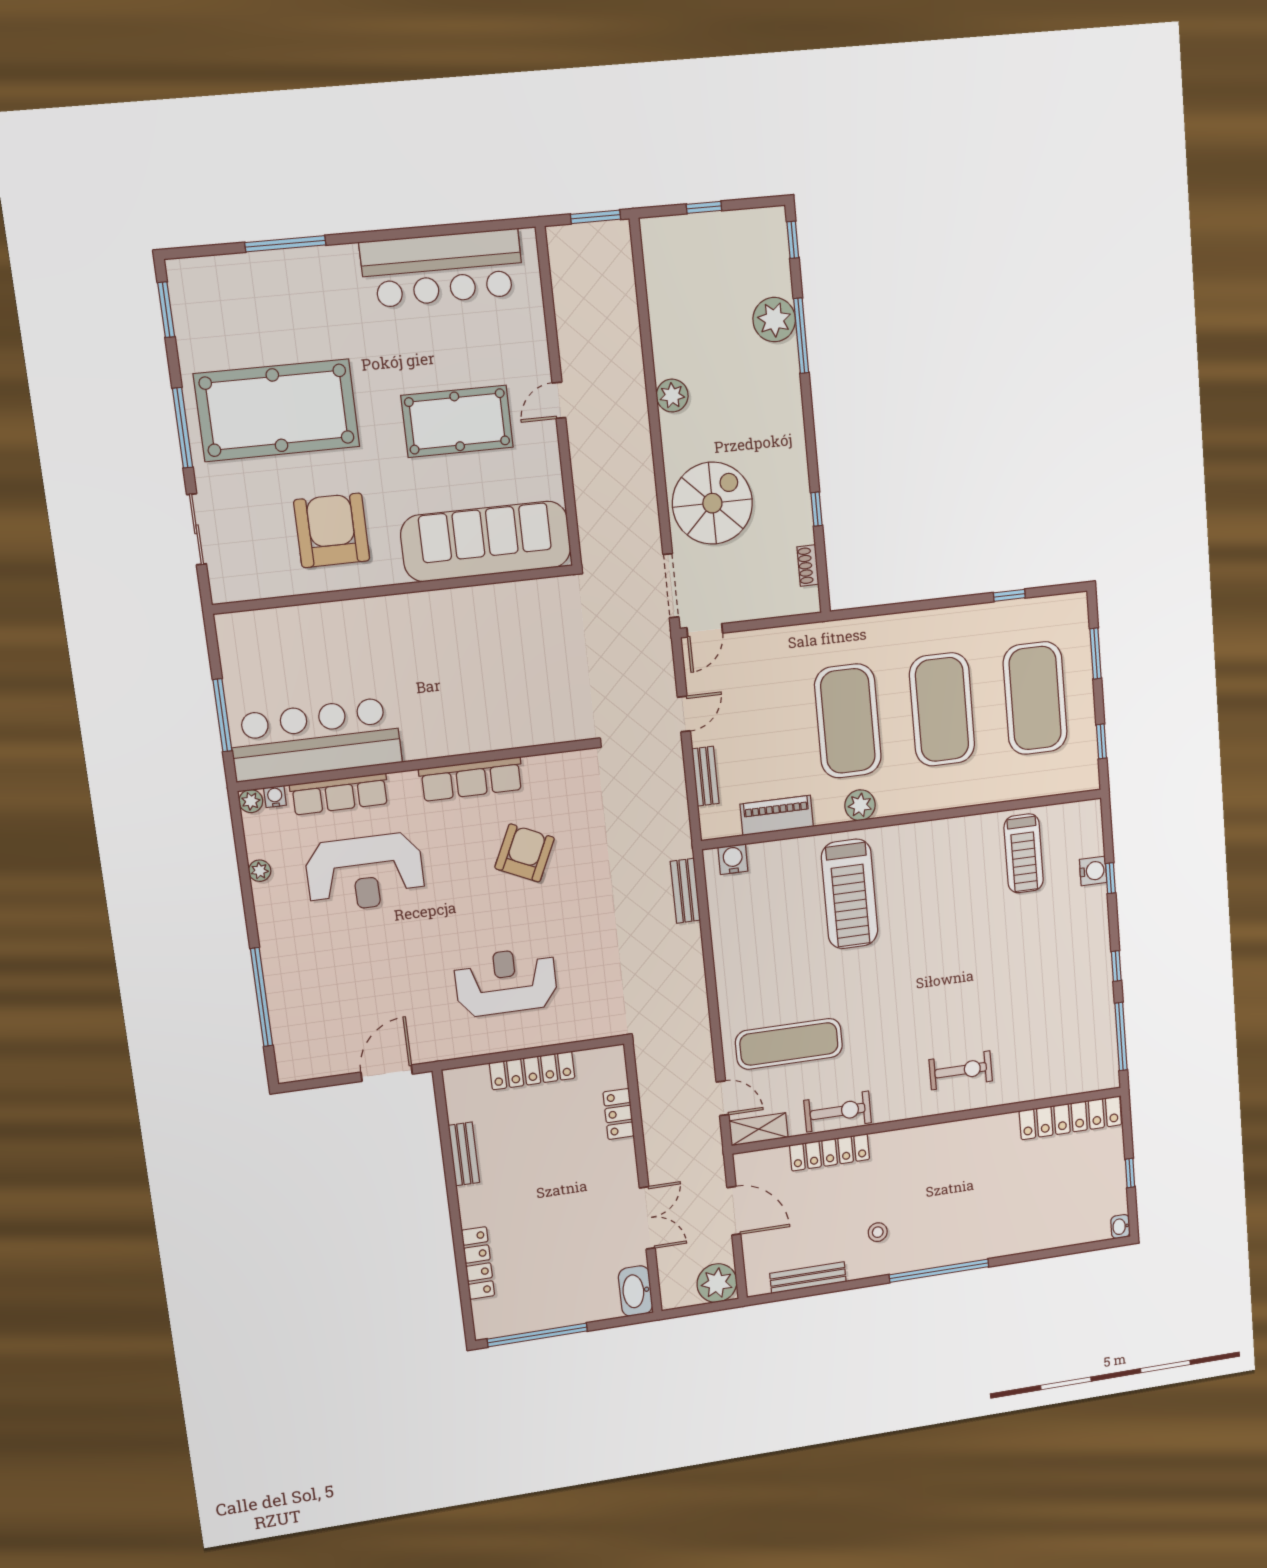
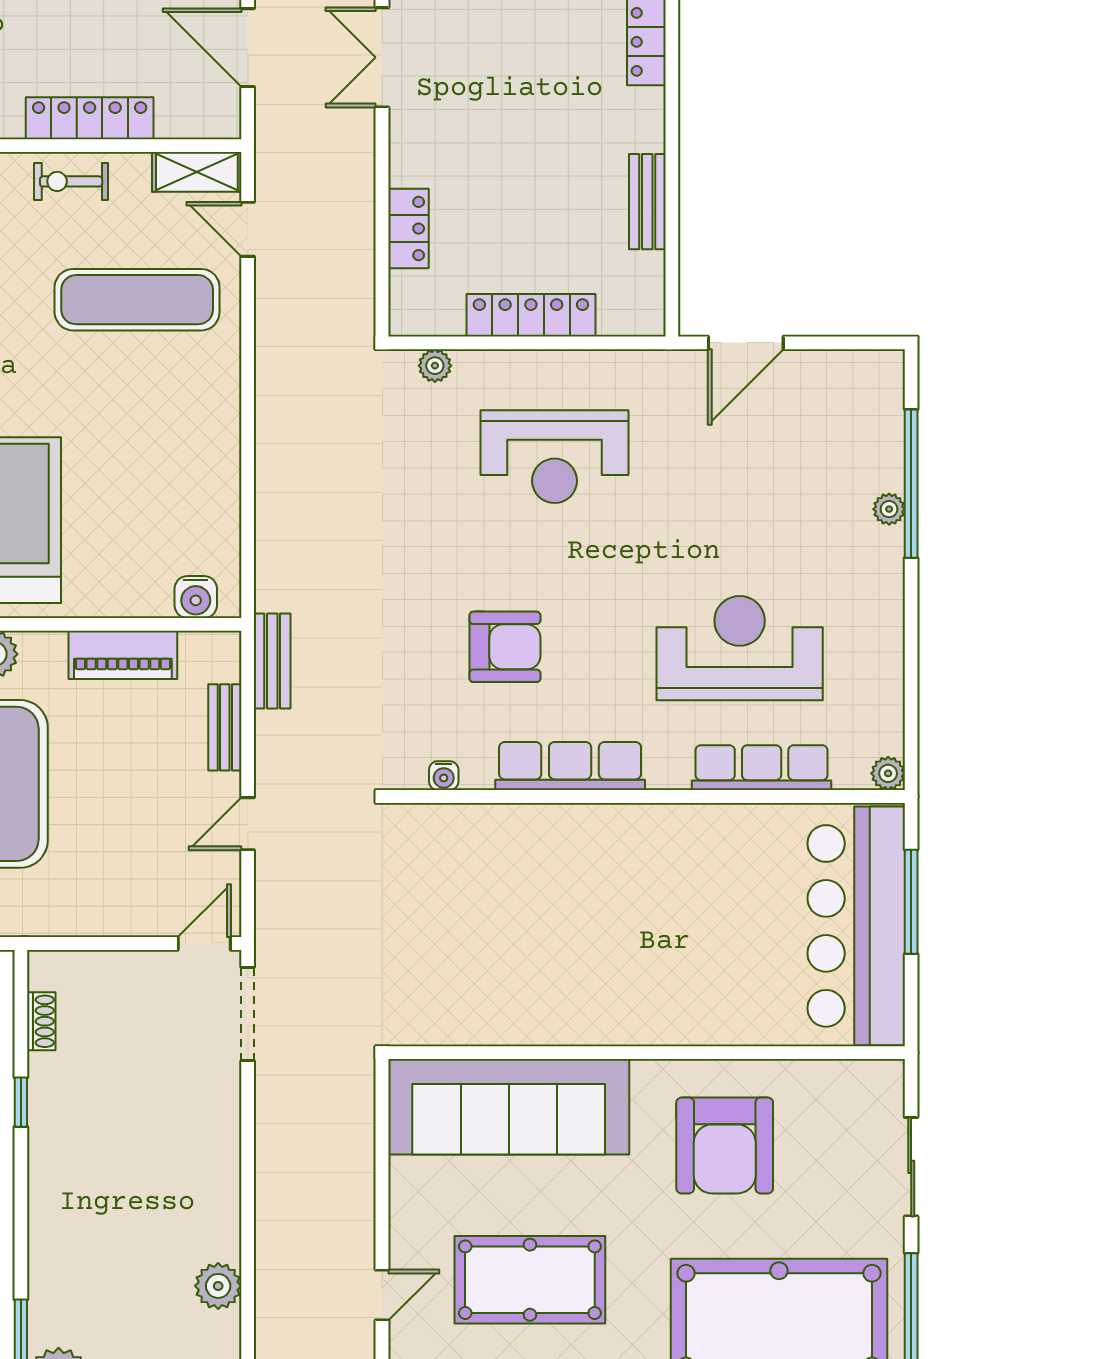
spiral stairs: (712, 503) -> (175, 1127), removed
bar counter: (315, 739) -> (856, 926), moved, turned 90
water cooler: (275, 797) -> (444, 776), moved
armchair: (525, 853) -> (505, 647), turned -115
plant: (260, 871) -> (889, 509), moved
bench: (685, 891) -> (272, 661), moved
plant: (592, 1029) -> (435, 366), added
exercise bike: (838, 1112) -> (71, 181), width x0.73, depth x0.72

